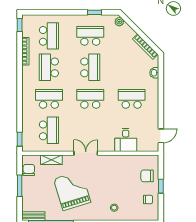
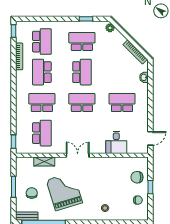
chair: (29, 170) -> (32, 193), moved

